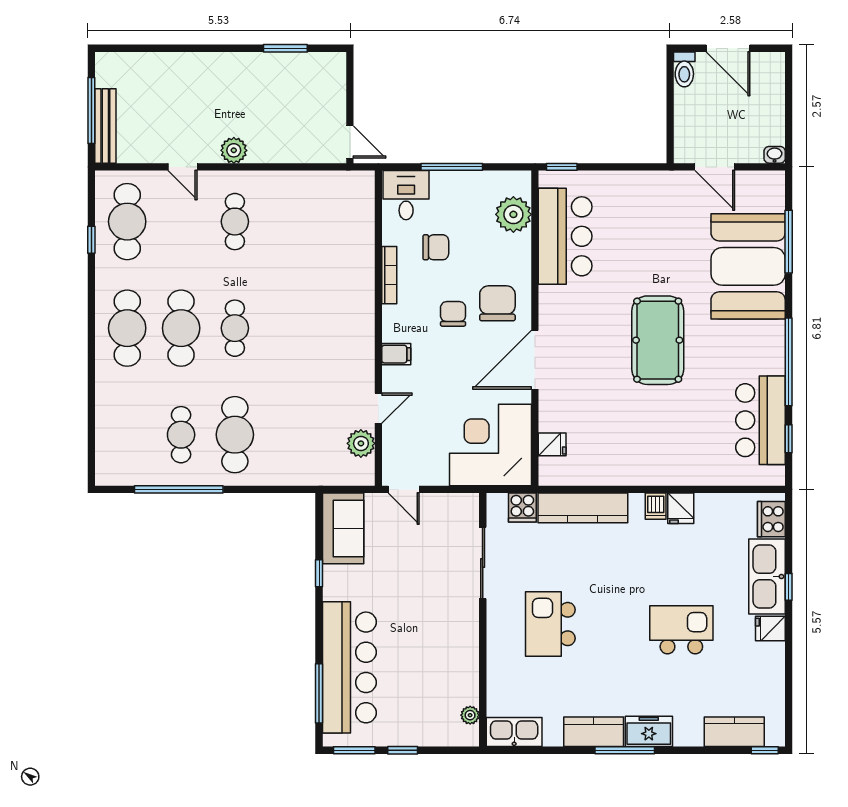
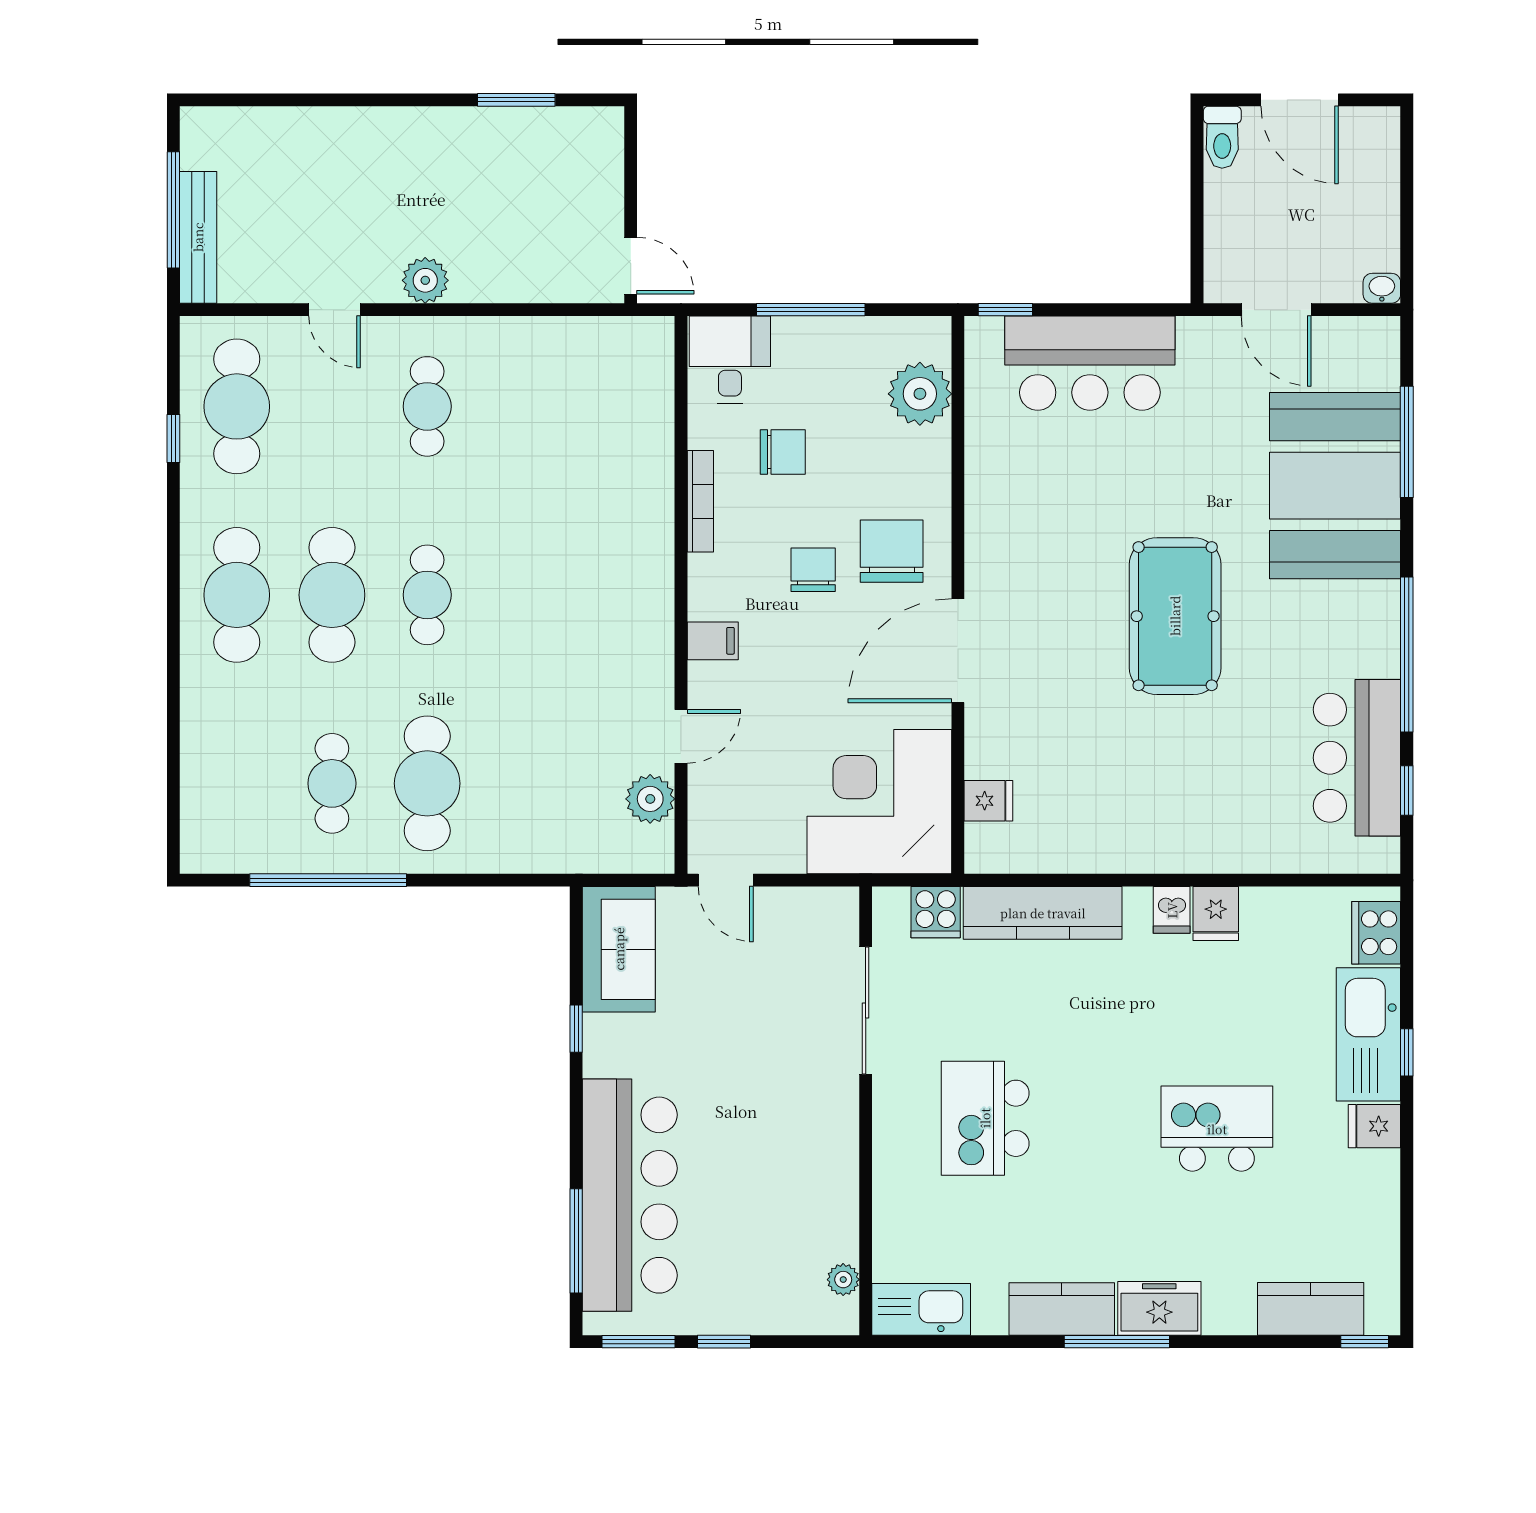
bar counter: (565, 236) -> (1090, 363), moved, turned 90

